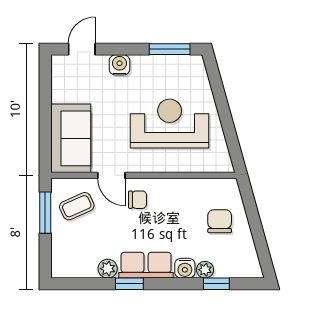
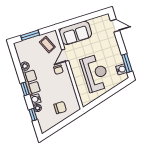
water cooler: (119, 65) -> (121, 69), moved
window: (45, 213) -> (30, 35), moved
window: (129, 284) -> (25, 89), moved

